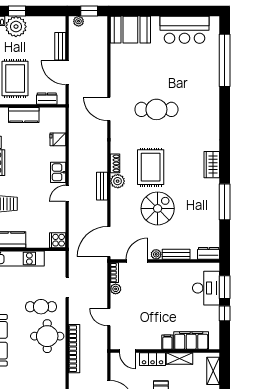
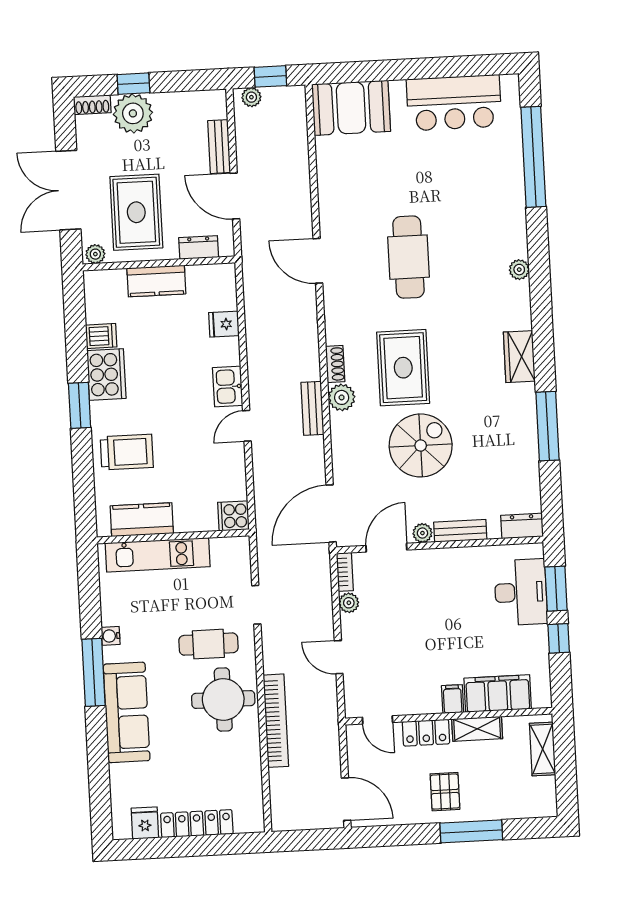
cafe table: (156, 109) -> (408, 257), turned 90
plant: (214, 119) -> (519, 270), added

